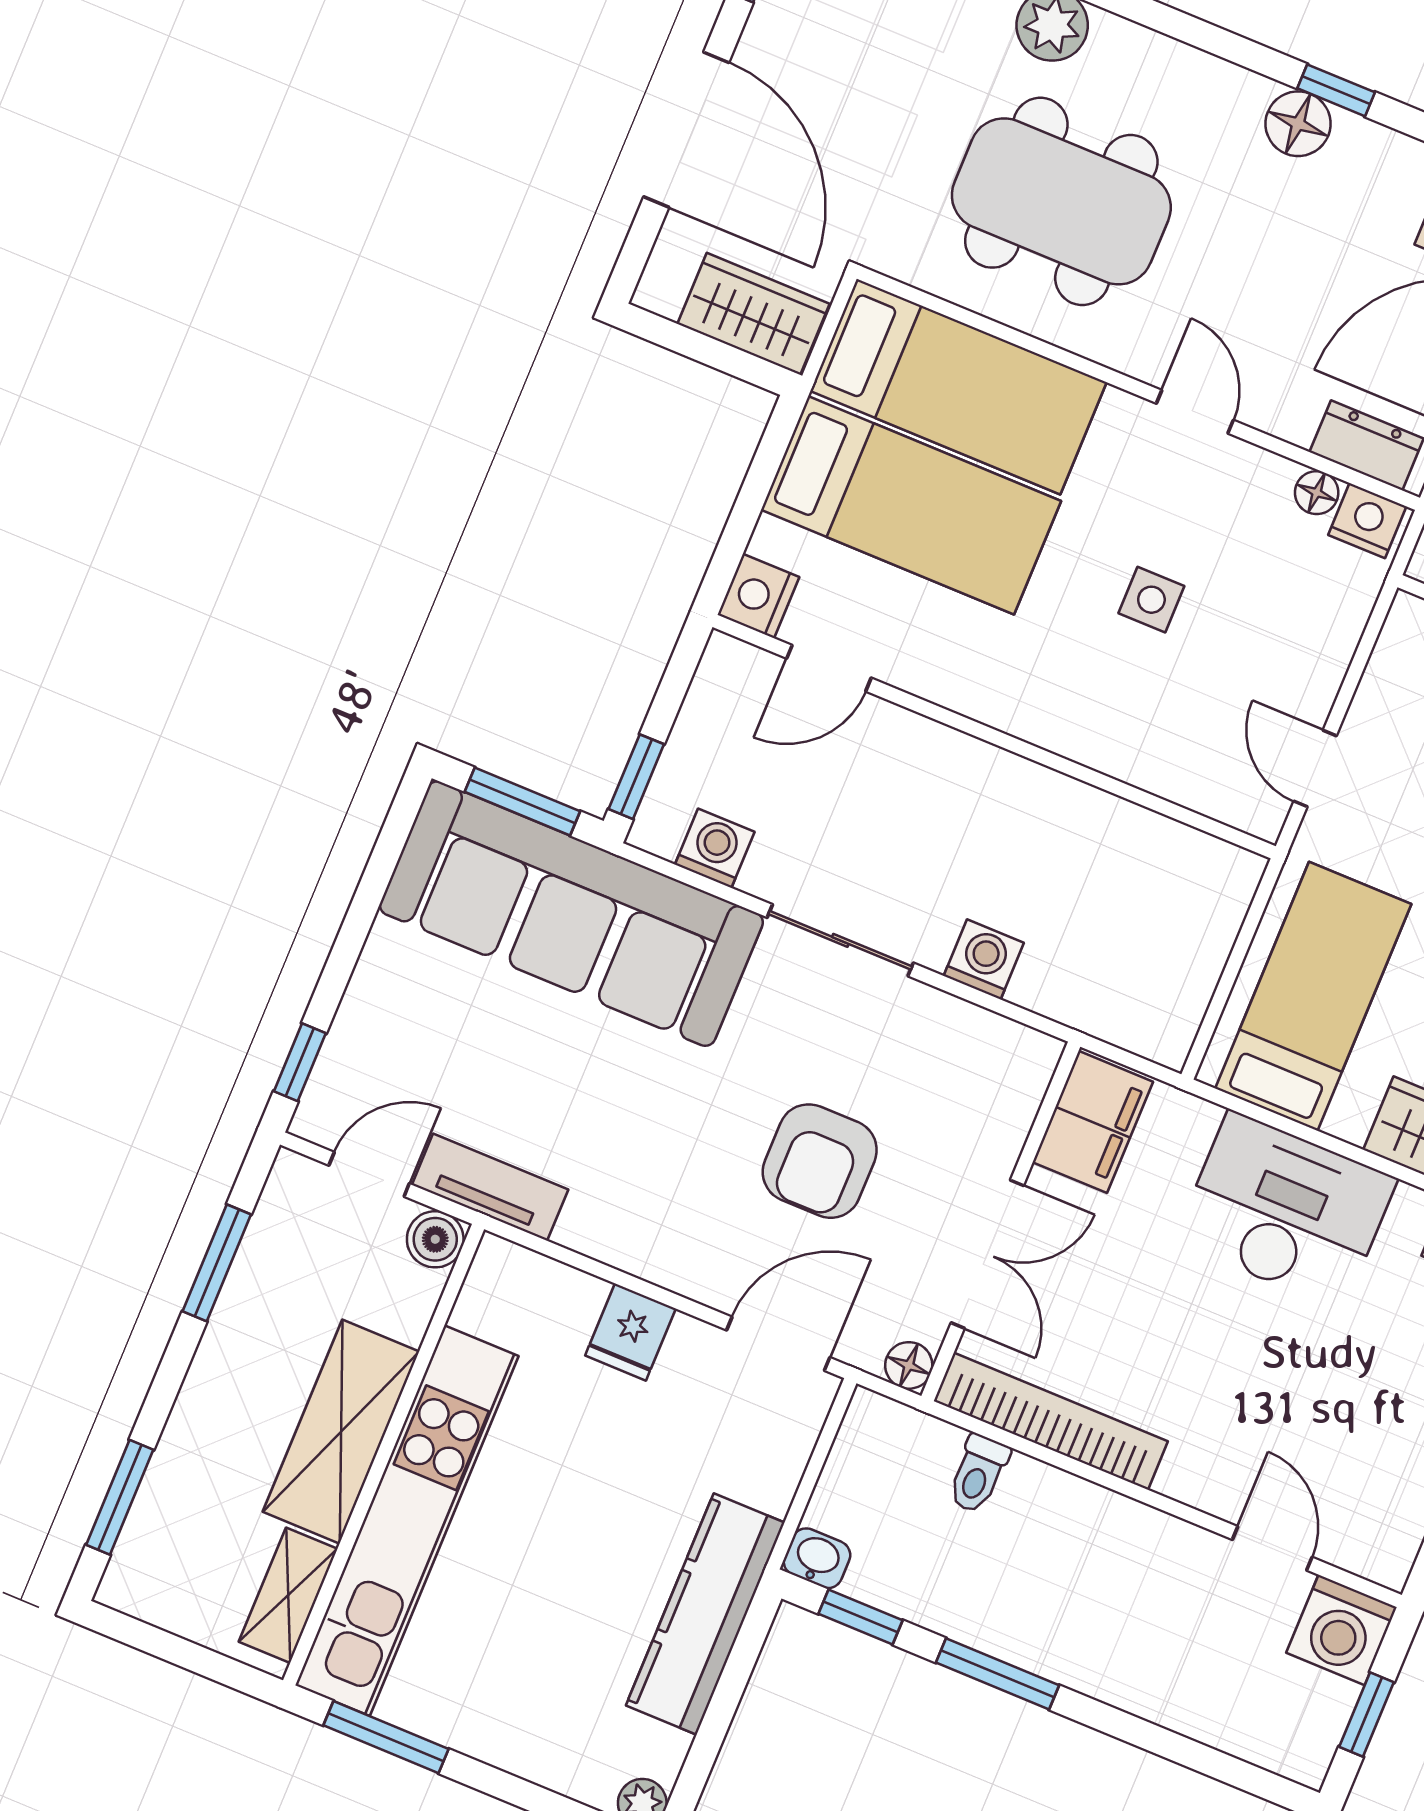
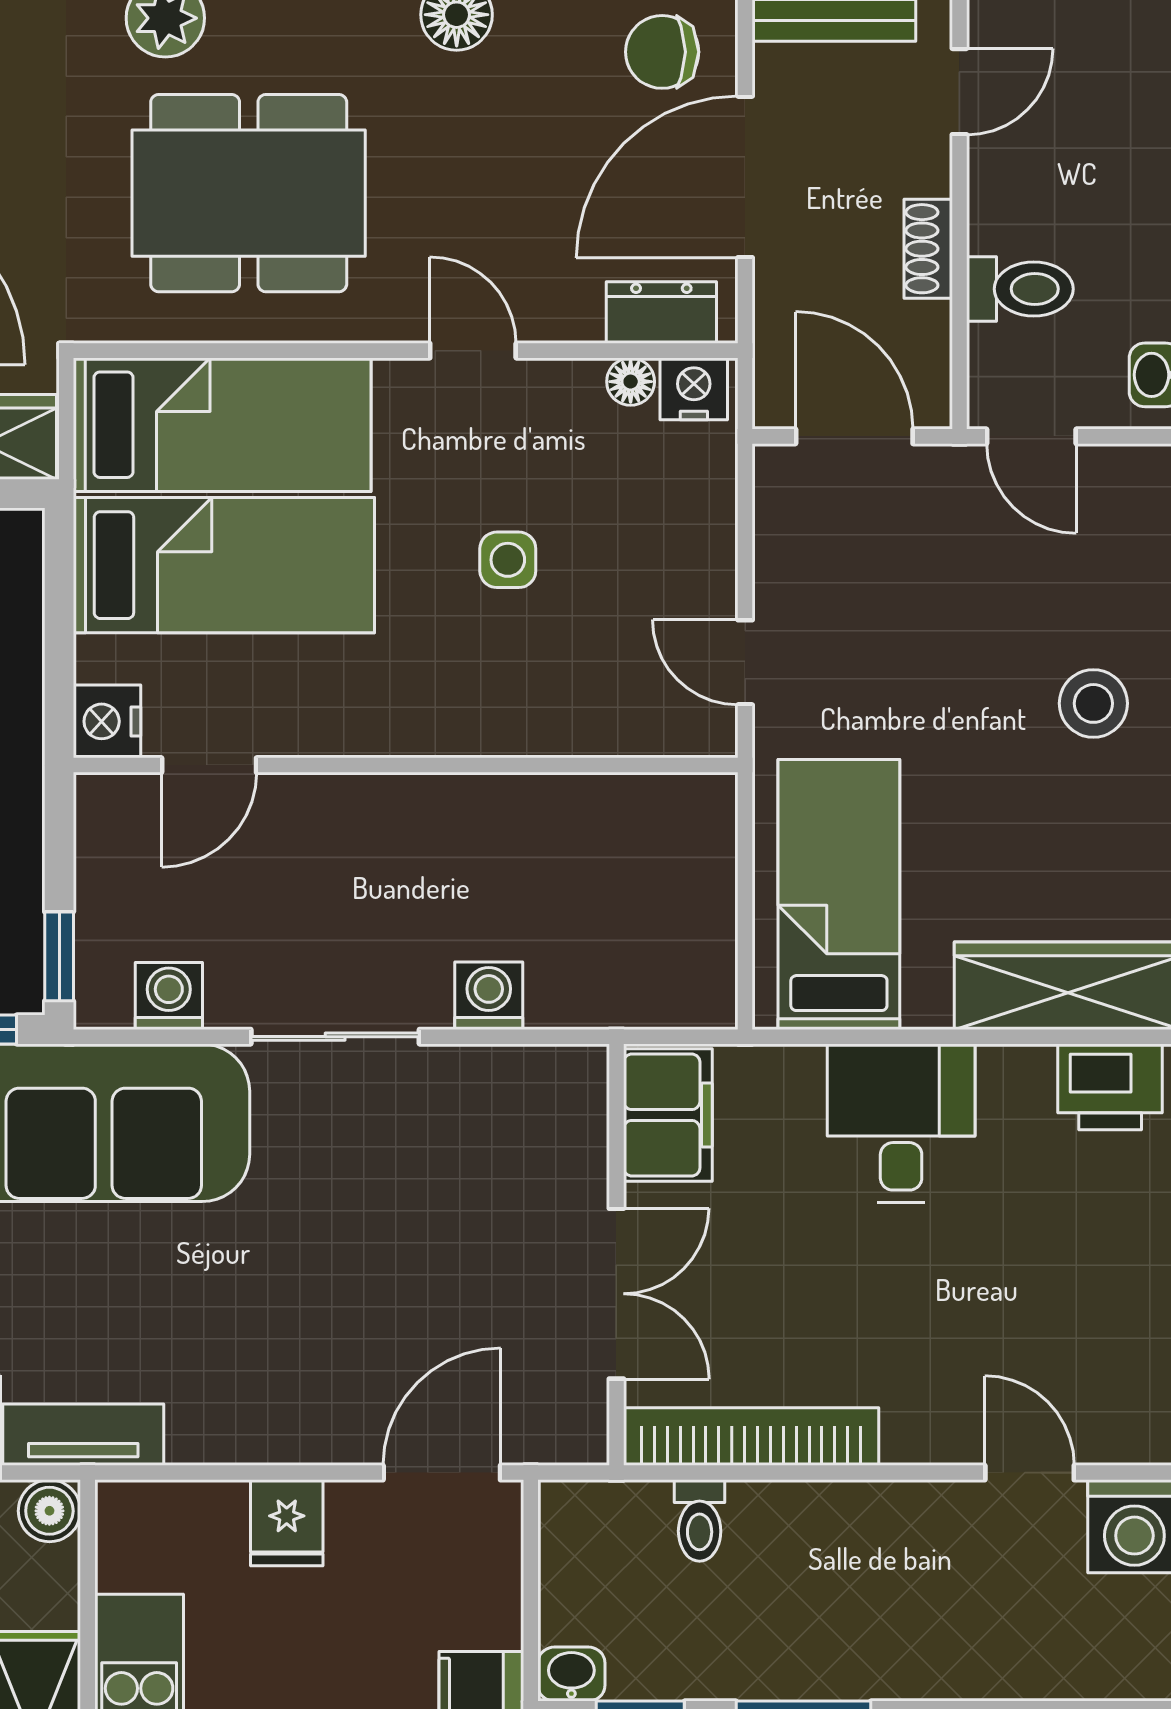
armchair: (820, 1161) -> (407, 1270), removed
desk: (1286, 1210) -> (901, 1123), width x0.73
floor lamp: (909, 1365) -> (584, 1440), removed

